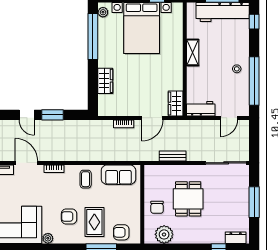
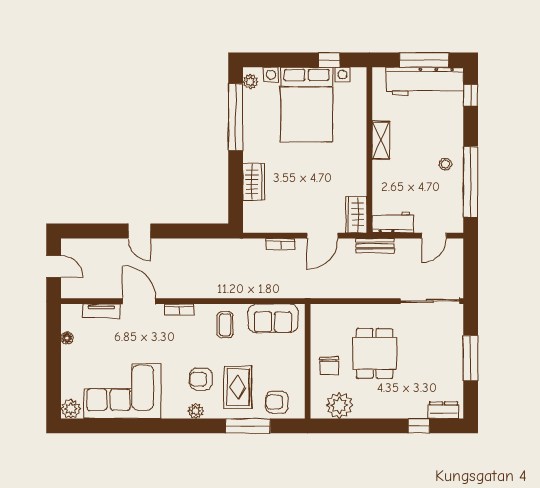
window: (53, 115) -> (177, 231), removed
bench: (173, 156) -> (375, 246), moved
plant: (48, 238) -> (196, 411), moved

